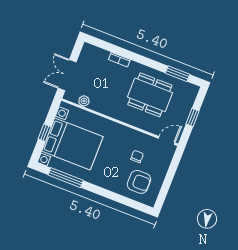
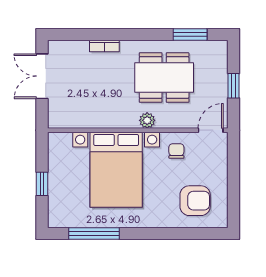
double door: (67, 75) -> (42, 76), moved
plant: (84, 101) -> (147, 120), moved
bed with nightstands: (72, 144) -> (116, 170), moved, turned 90
chair: (137, 157) -> (176, 151), moved

